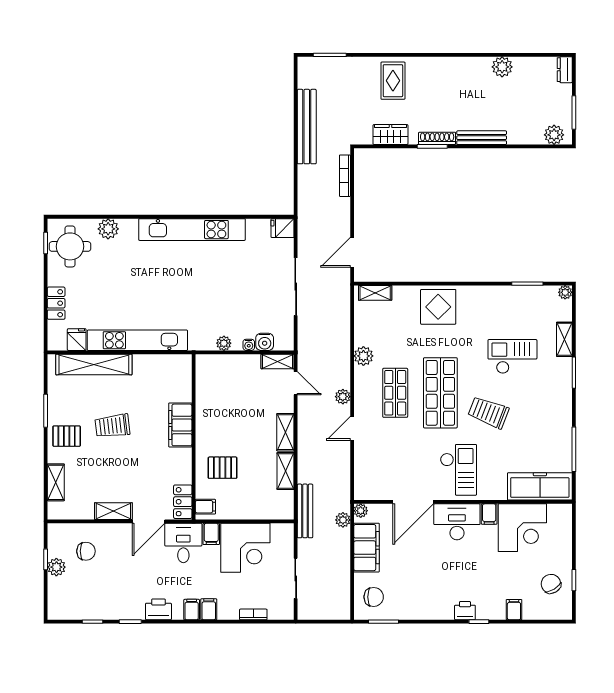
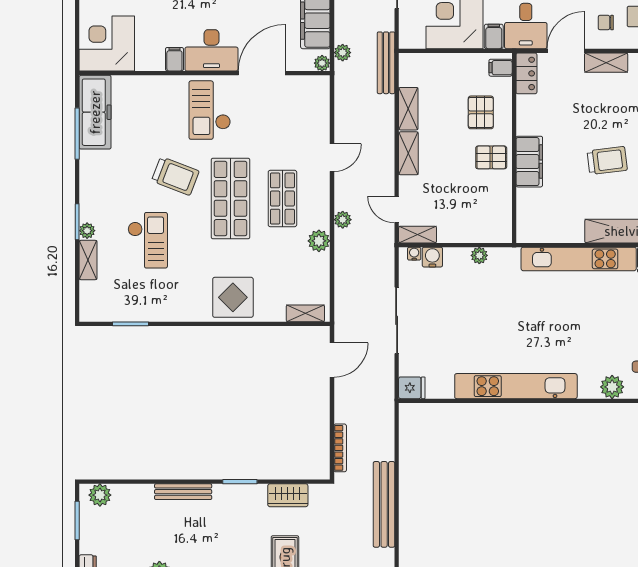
shoe rack: (437, 138) -> (234, 491), removed
plant: (565, 292) -> (87, 231), moved
water cooler: (249, 345) -> (414, 254), moved
checkout: (512, 356) -> (148, 240), turned -90
plant: (343, 397) -> (343, 220), moved
pallet: (213, 429) -> (491, 157), added
pallet: (223, 468) -> (481, 112), turned 90
freezer: (540, 486) -> (95, 112), moved, turned -90
corner desk: (522, 528) -> (107, 44), moved
chair: (114, 546) -> (606, 23), added

